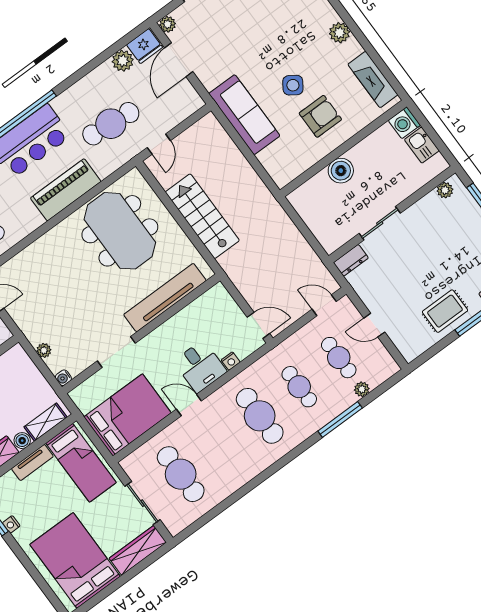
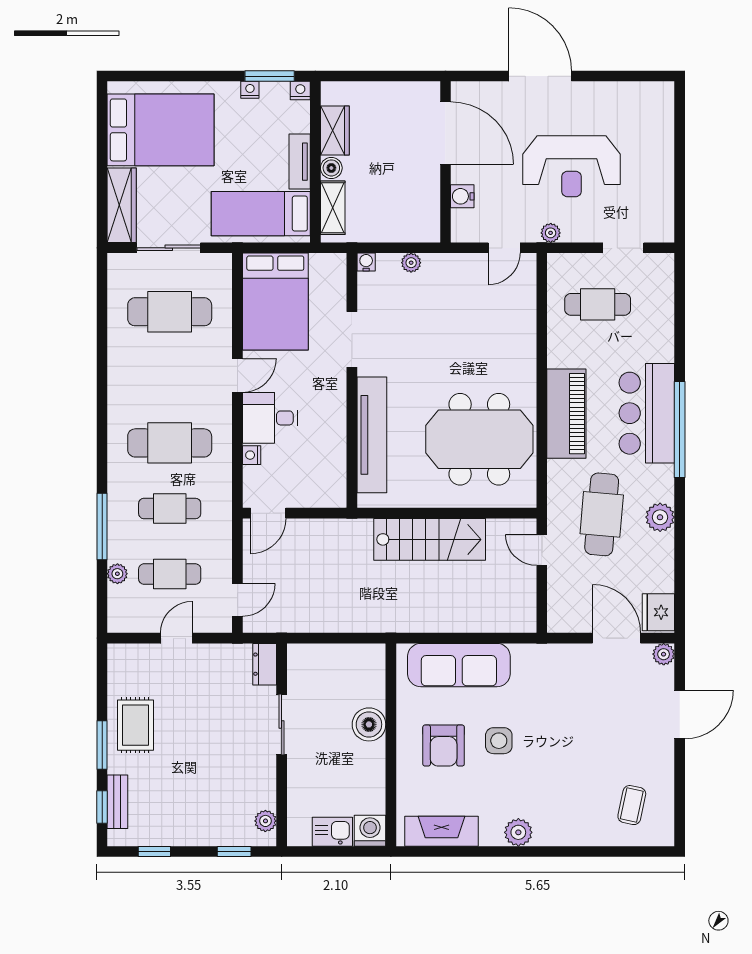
plant: (123, 61) -> (660, 517), moved
side table: (293, 85) -> (499, 741), turned -34
sofa: (244, 115) -> (459, 665), moved

